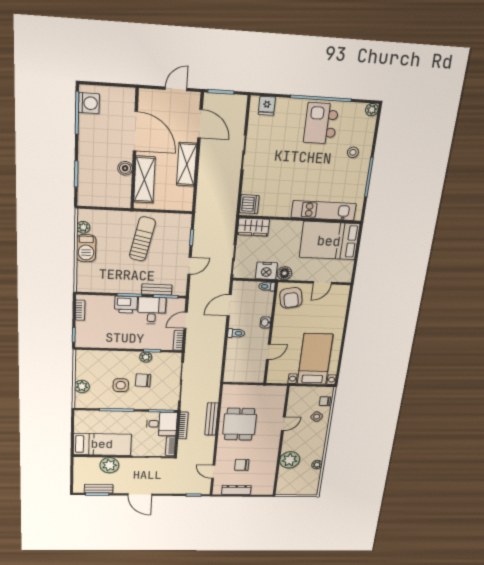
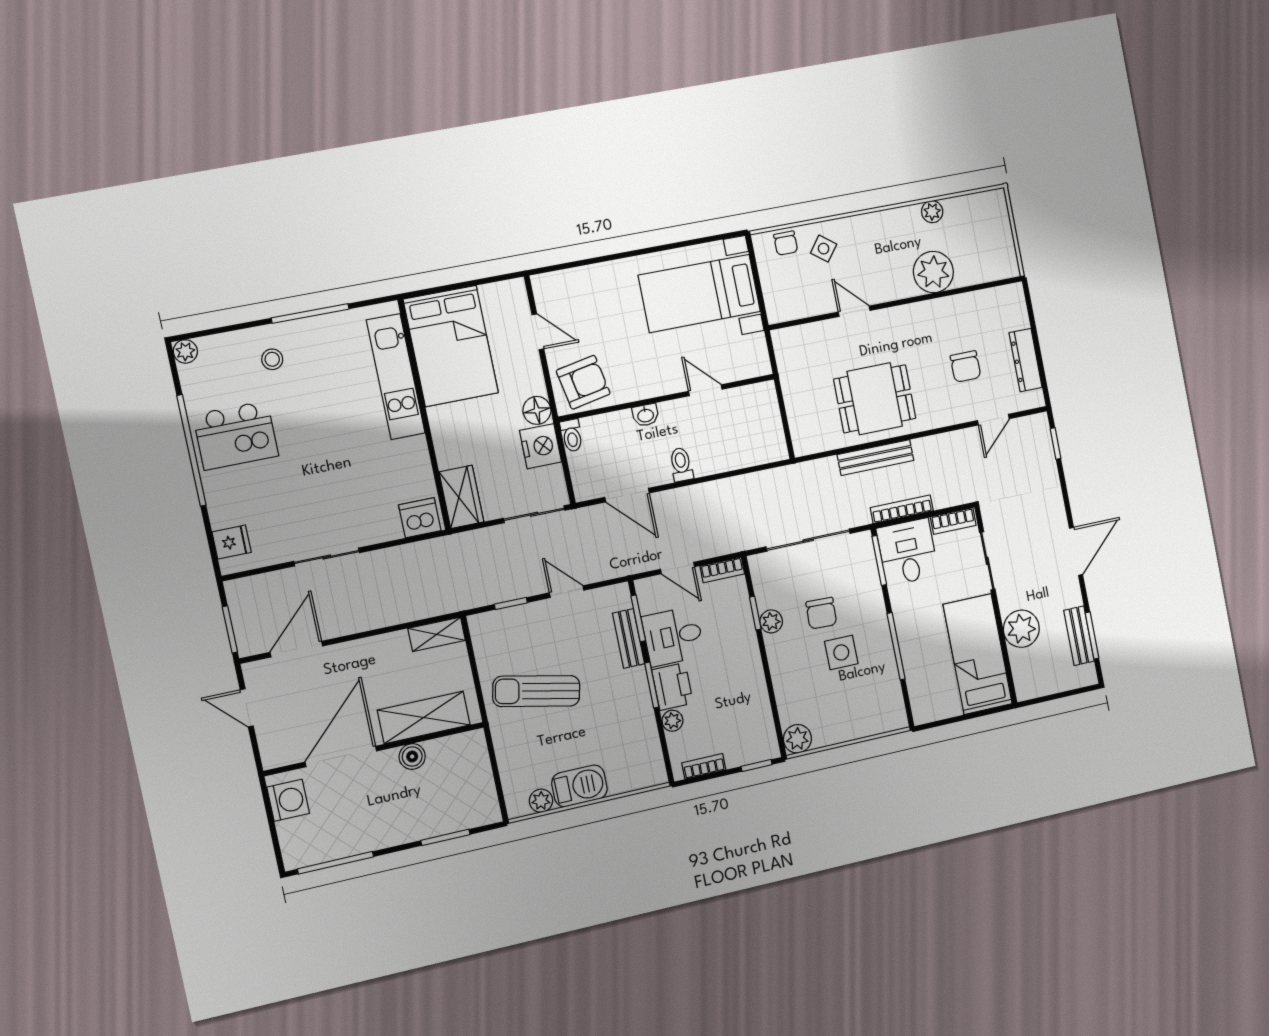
washing machine: (89, 103) -> (288, 800), moved, turned 90
shelving: (187, 164) -> (437, 634), moved, width x0.67, depth x0.75
plant: (108, 301) -> (672, 721), added
plant: (82, 386) -> (797, 739), moved

